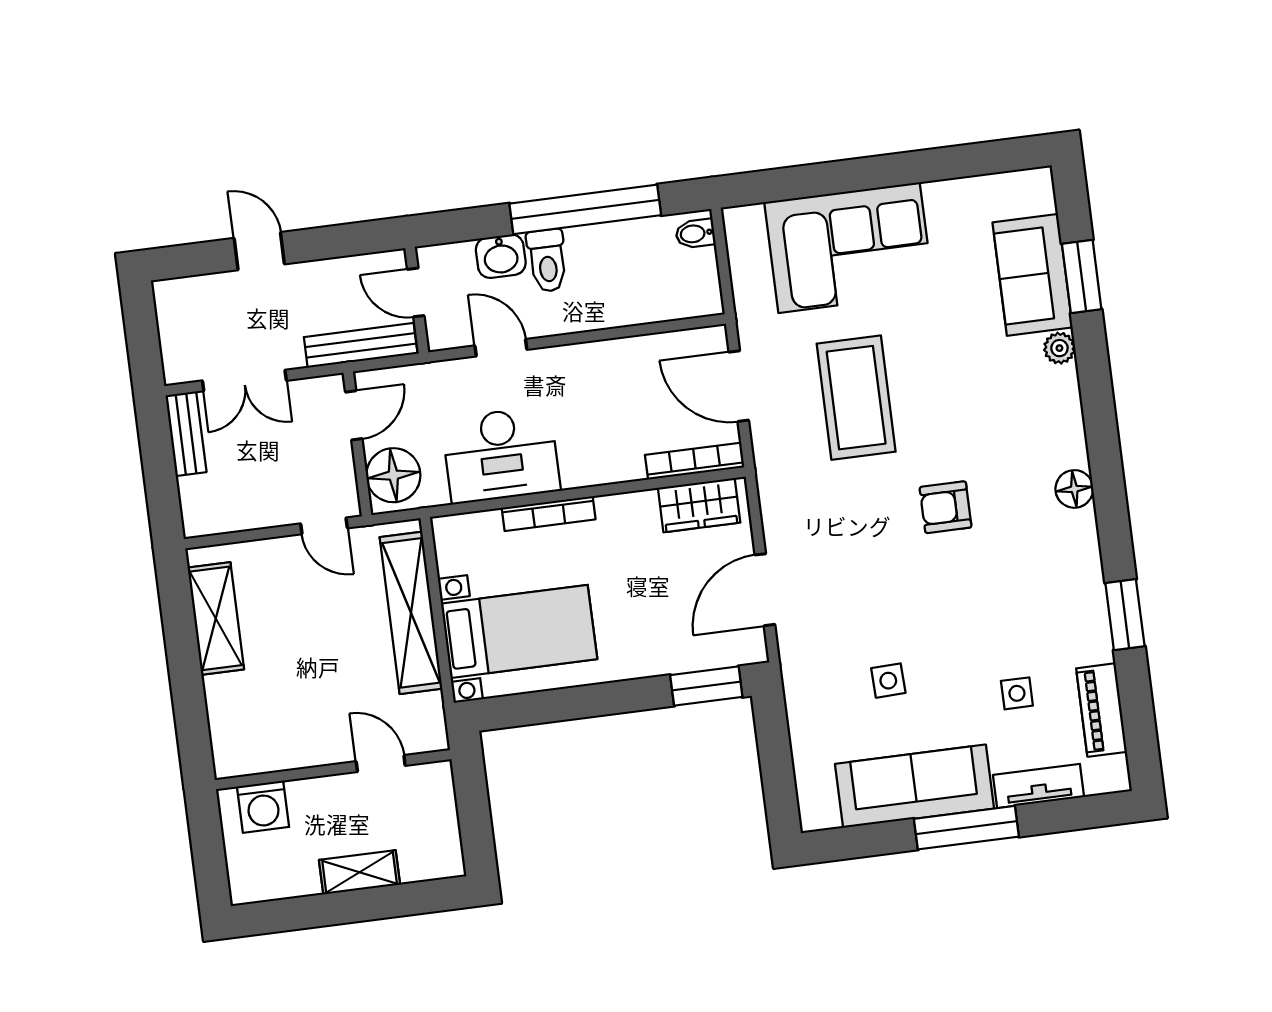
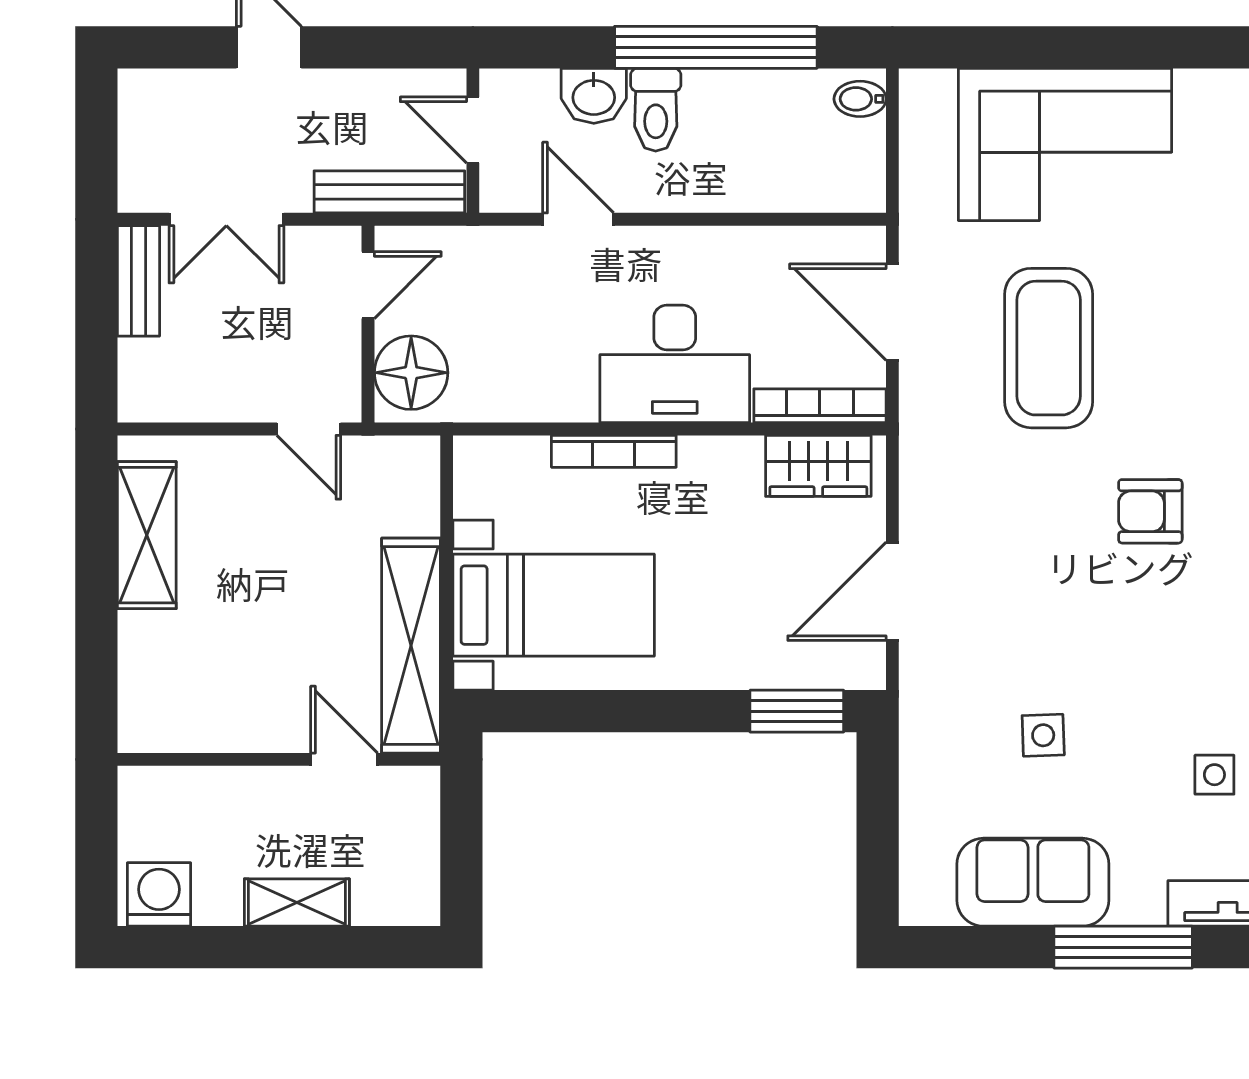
desk: (501, 455) -> (675, 364), moved
shelving: (411, 613) -> (411, 646), moved
sofa: (915, 786) -> (1033, 882), width x0.73
washing machine: (263, 807) -> (159, 894), moved, turned 180

